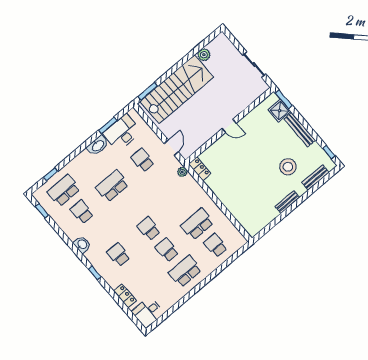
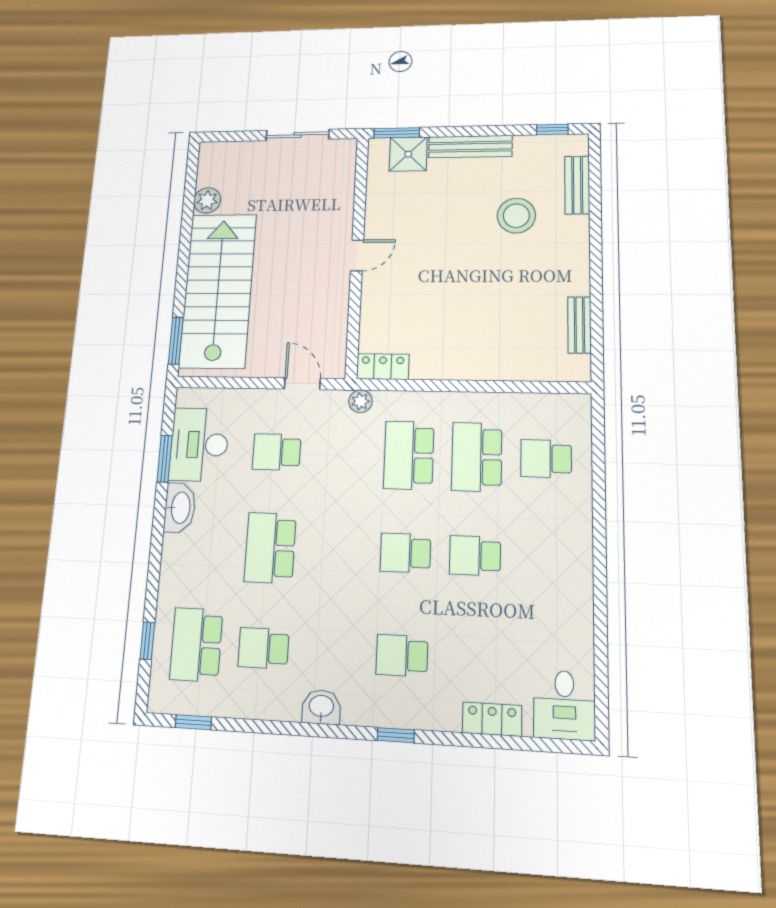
bench: (287, 202) -> (579, 325), moved
school desk: (185, 271) -> (409, 455), moved

